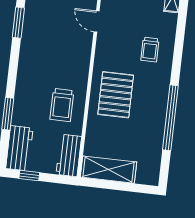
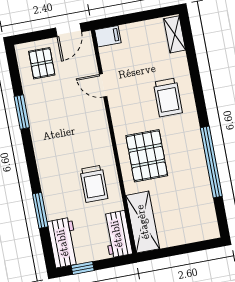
trolley: (150, 50) -> (168, 98), width x1.36, depth x1.39
shelving: (109, 170) -> (143, 222), moved, turned 90

